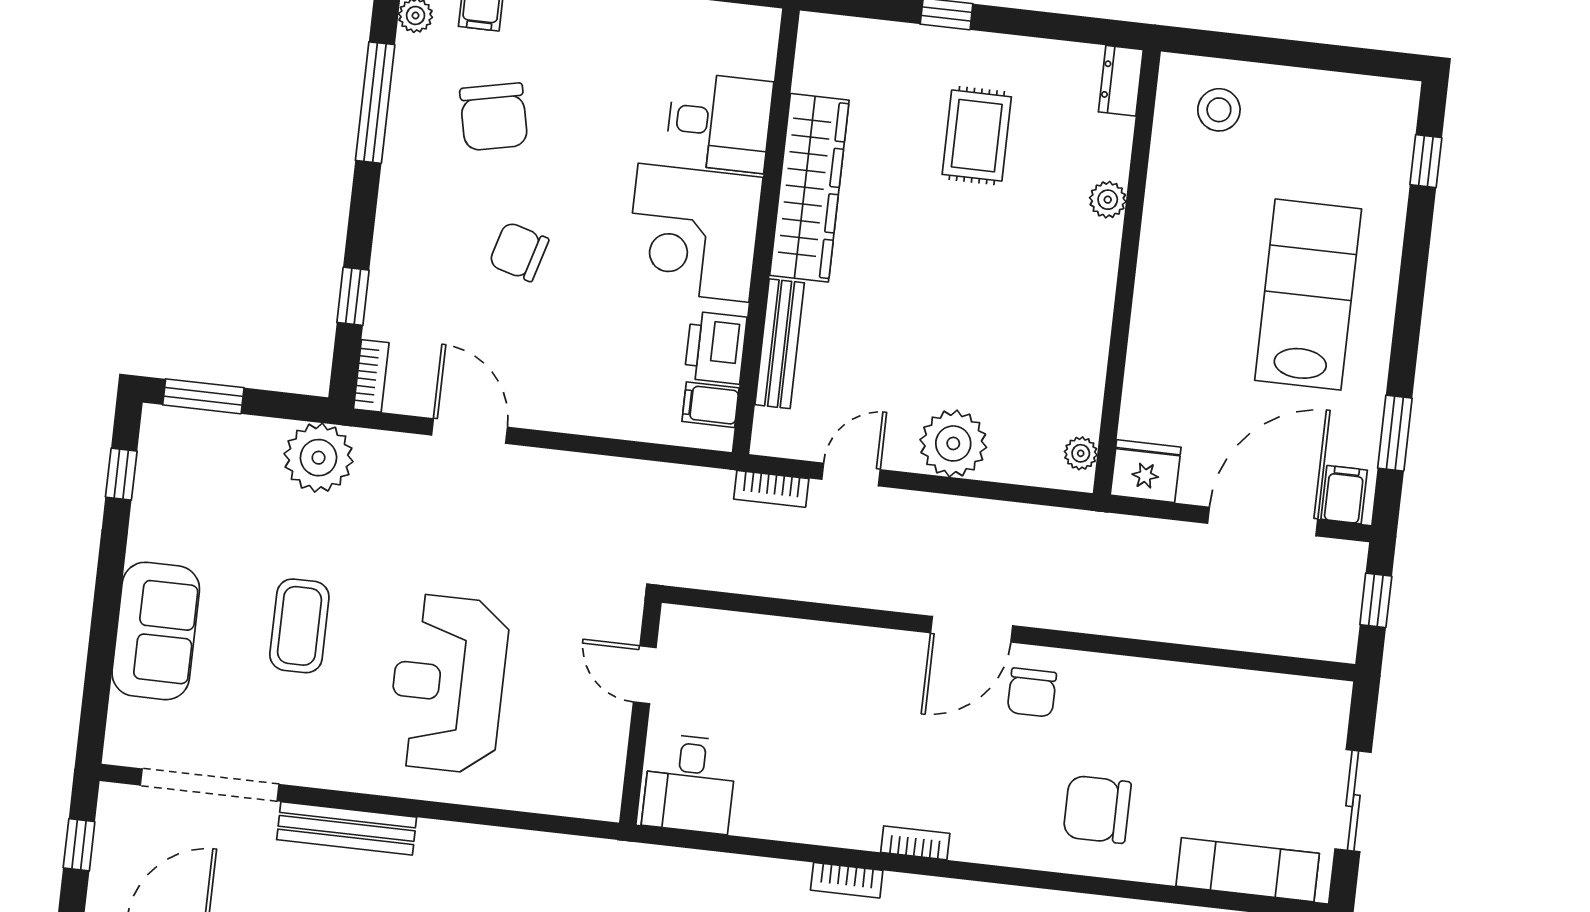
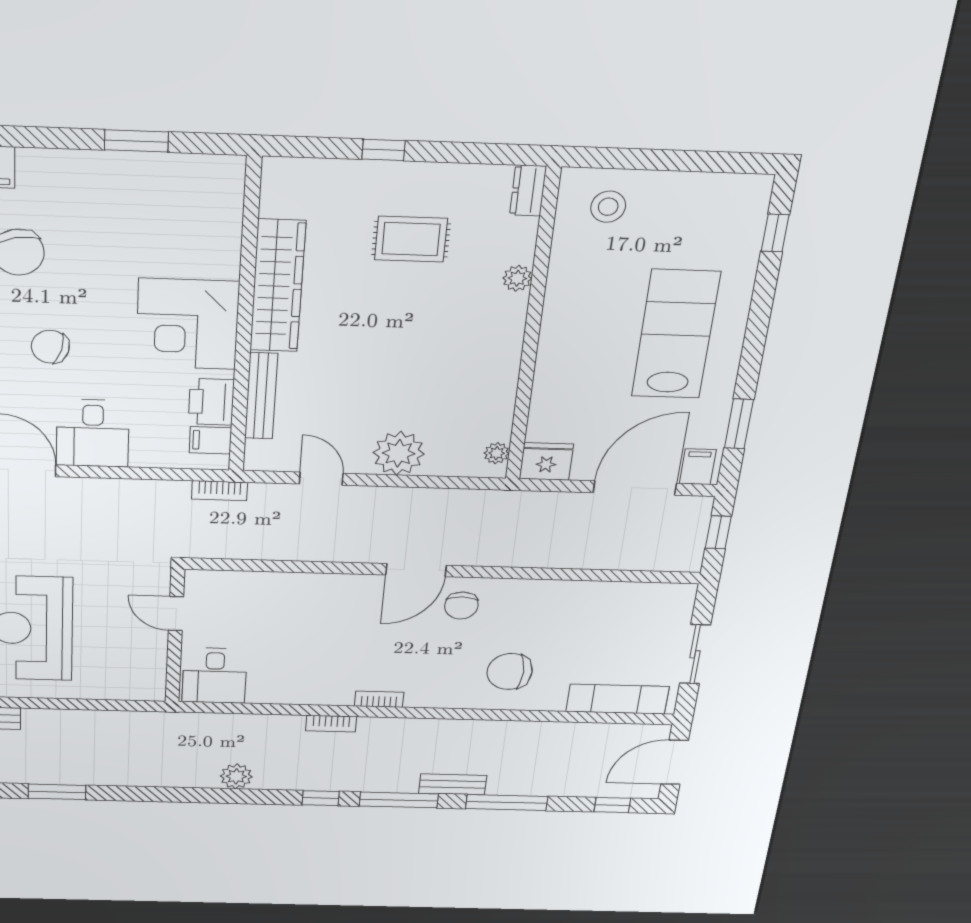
desk: (719, 122) -> (93, 433), moved, turned 90
rug: (977, 136) -> (411, 239), turned 90
door: (851, 475) -> (321, 479), hinge flipped
bookcase: (771, 489) -> (220, 491), moved

